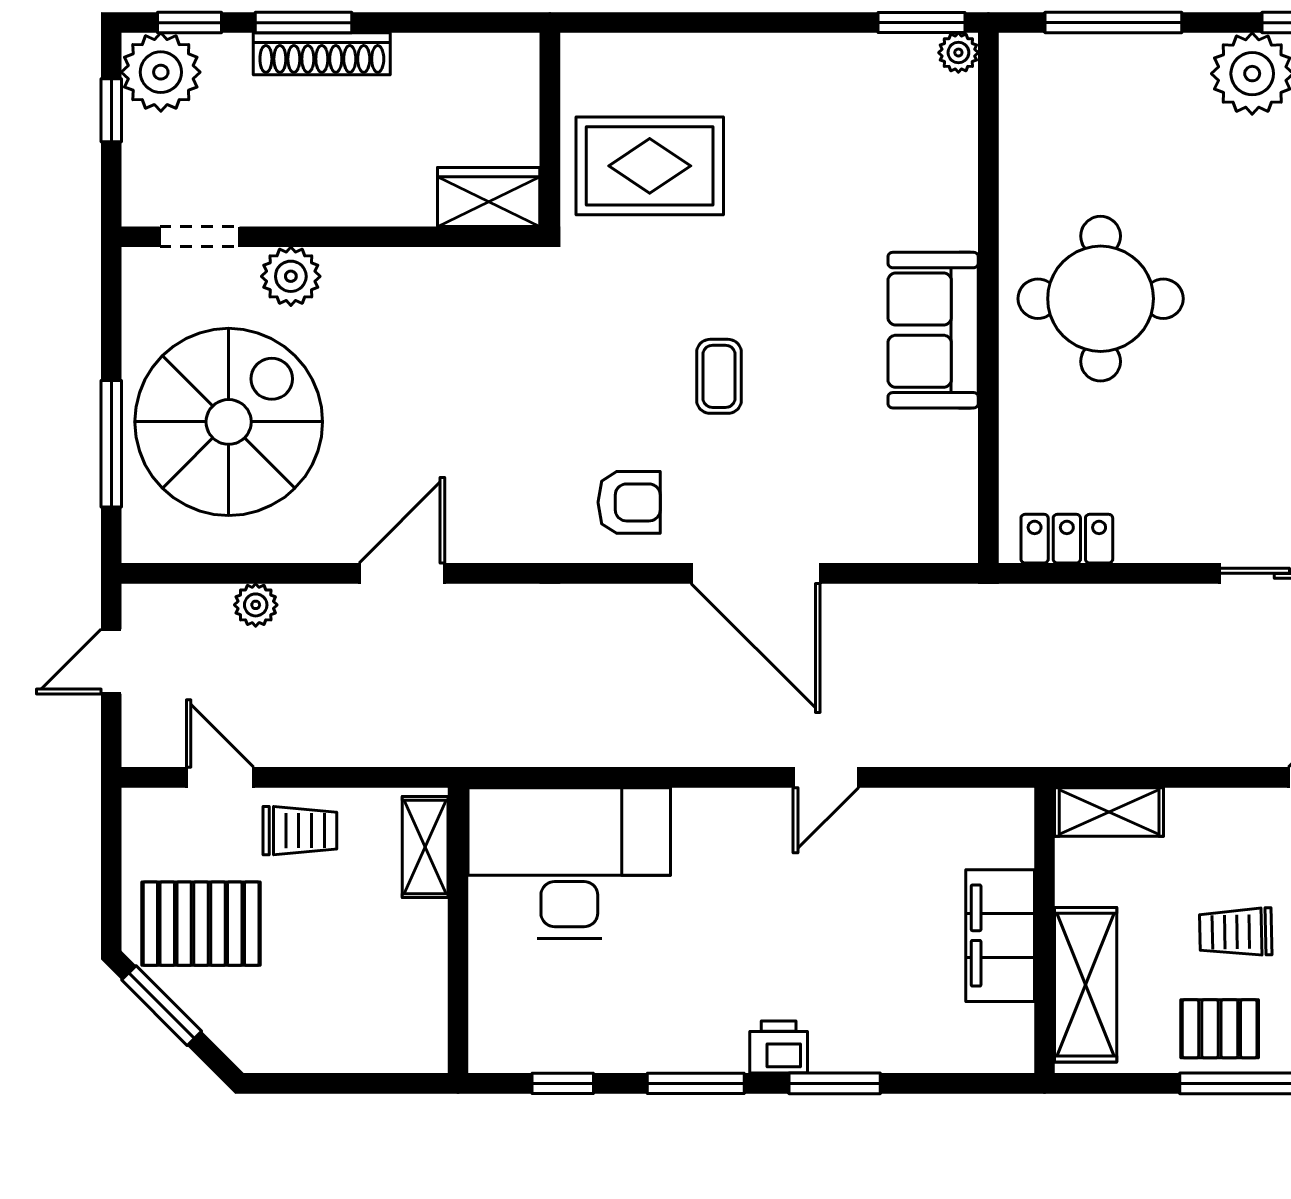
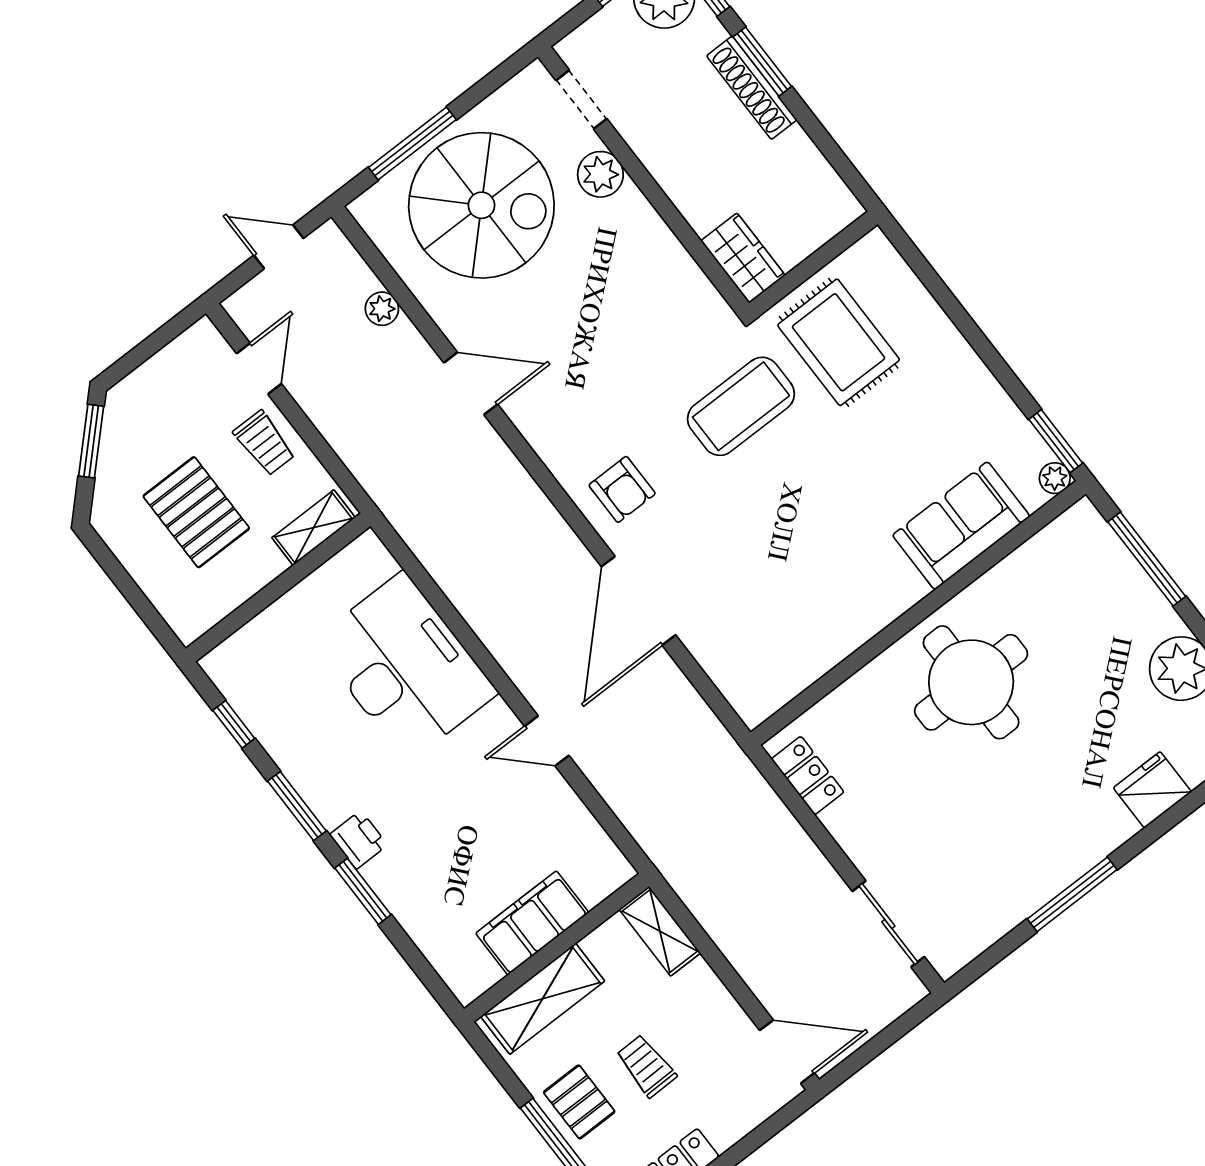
sofa: (933, 330) -> (961, 526), moved
coffee table: (719, 376) -> (741, 406), moved, width x1.86, depth x1.72
desk: (569, 863) -> (405, 667), moved
pallet: (201, 924) -> (196, 512), moved

